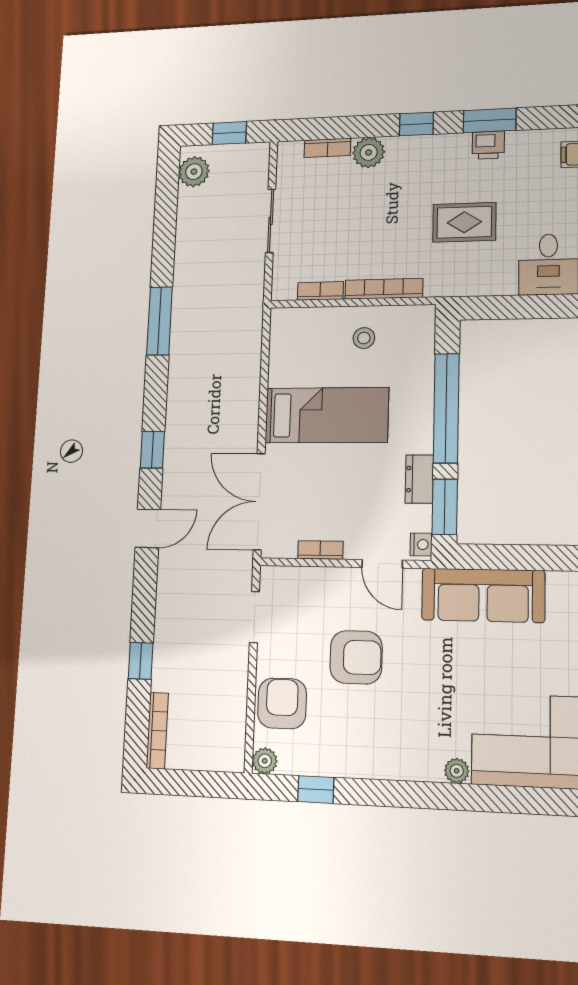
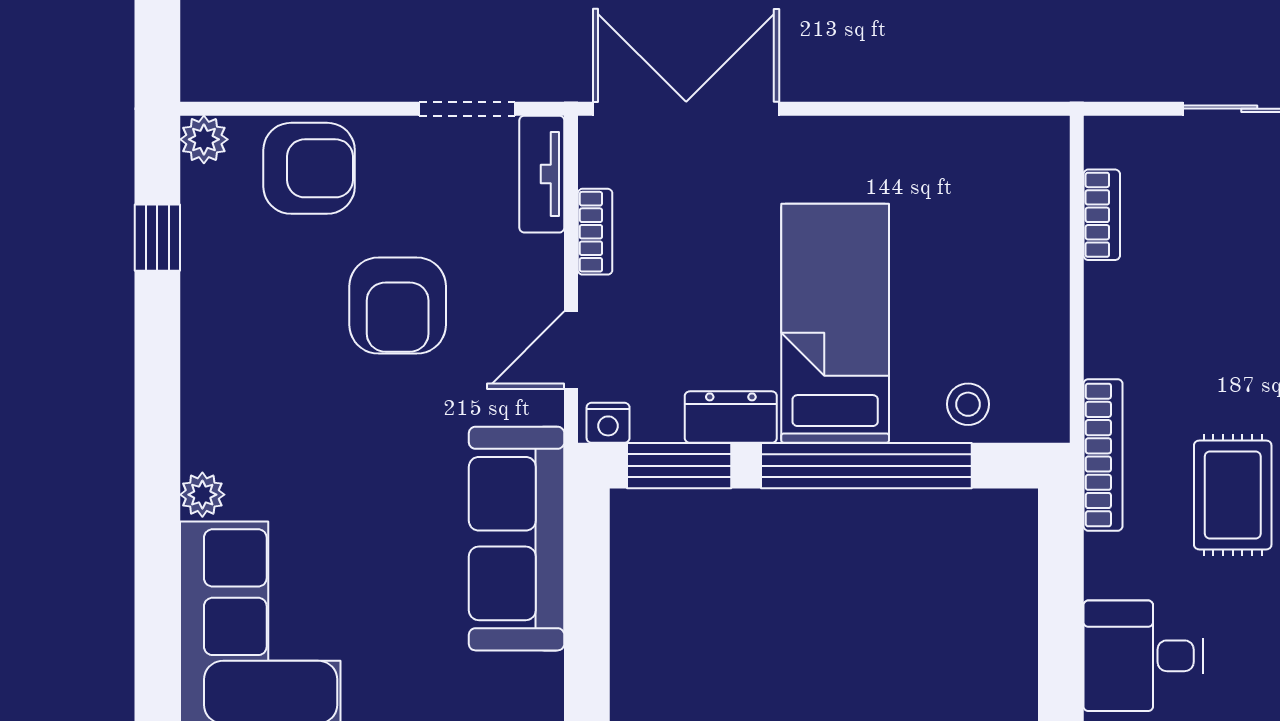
bookcase: (384, 289) -> (1103, 455), moved
stool: (364, 338) -> (968, 404), moved
bed: (327, 415) -> (835, 323), moved, turned 180
tv unit: (290, 578) -> (542, 174), added

